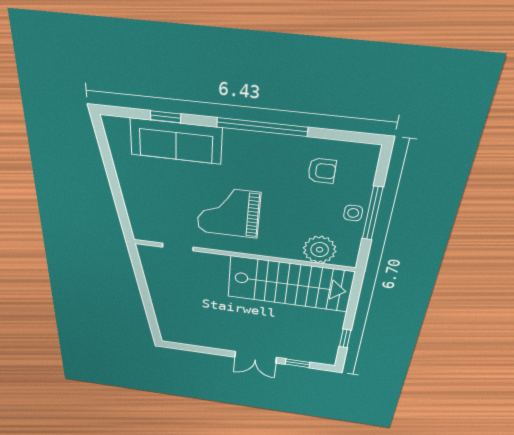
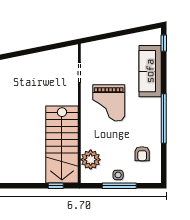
window: (166, 117) -> (164, 43), moved
grand piano: (228, 212) -> (109, 103), turned 180
window: (345, 338) -> (56, 186), moved

